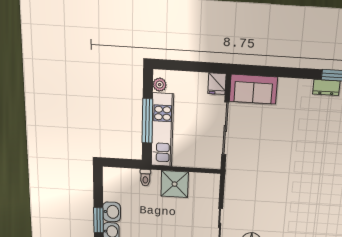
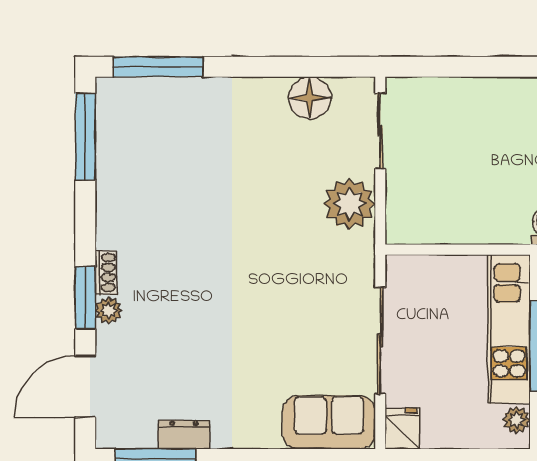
shower: (175, 184) -> (480, 217), removed
plant: (236, 194) -> (349, 204), added

